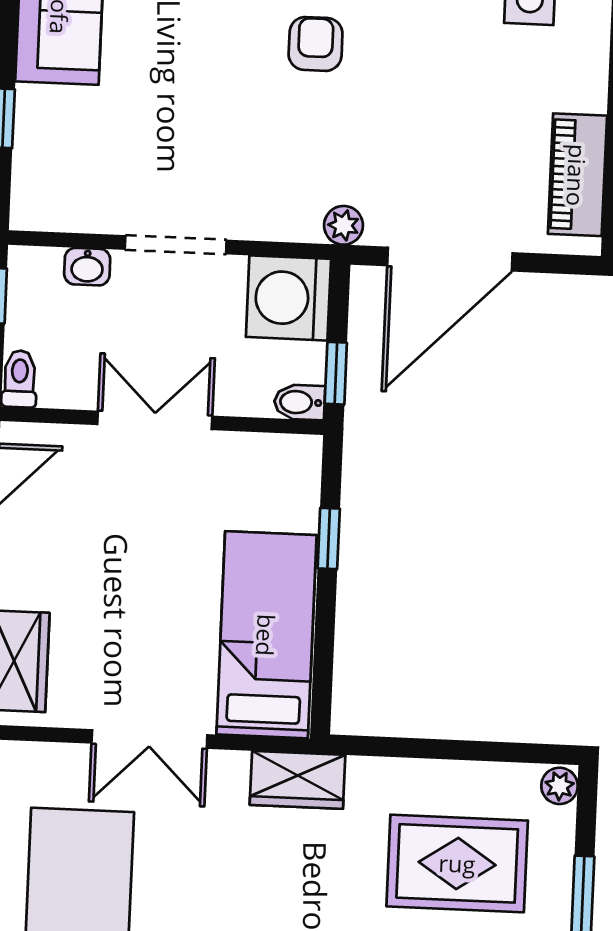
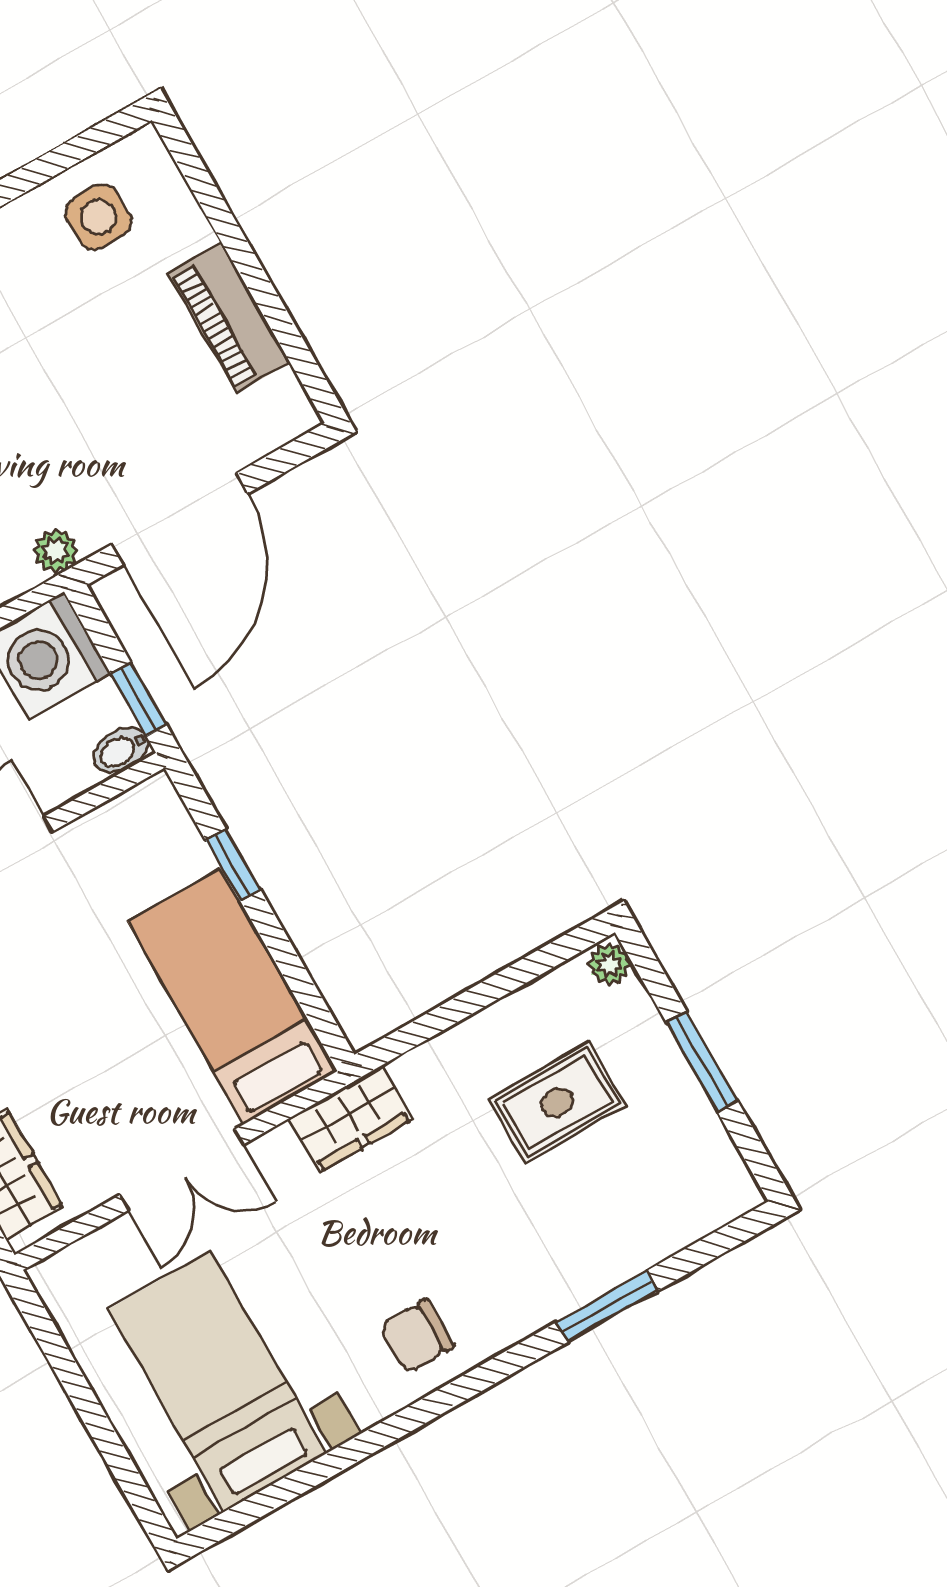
piano: (577, 175) -> (229, 317), moved
rug: (457, 863) -> (557, 1102), width x0.73, depth x0.70

